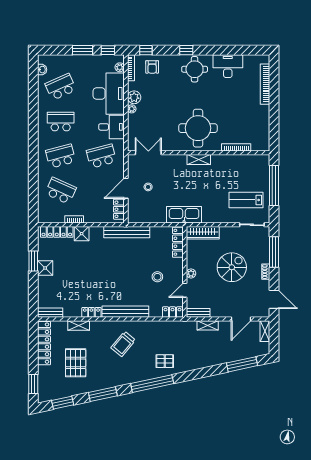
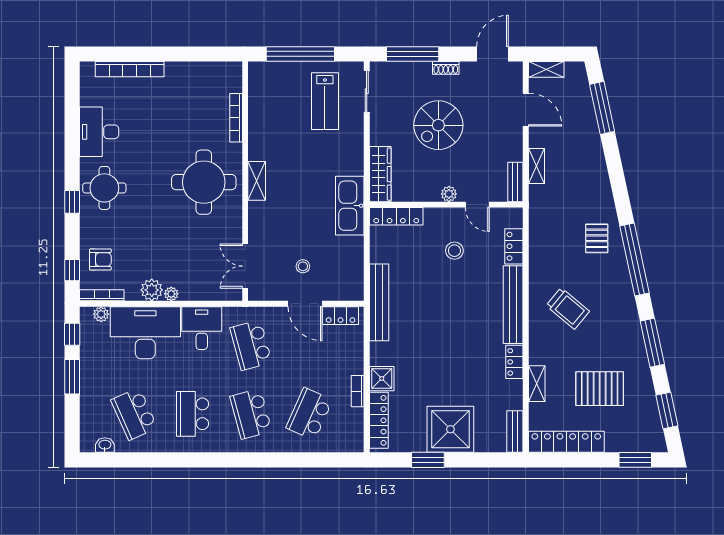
spiral stairs: (232, 267) -> (438, 125), turned -90
shower: (45, 268) -> (450, 429), width x1.86, depth x1.86
locker: (173, 312) -> (514, 246), moved

